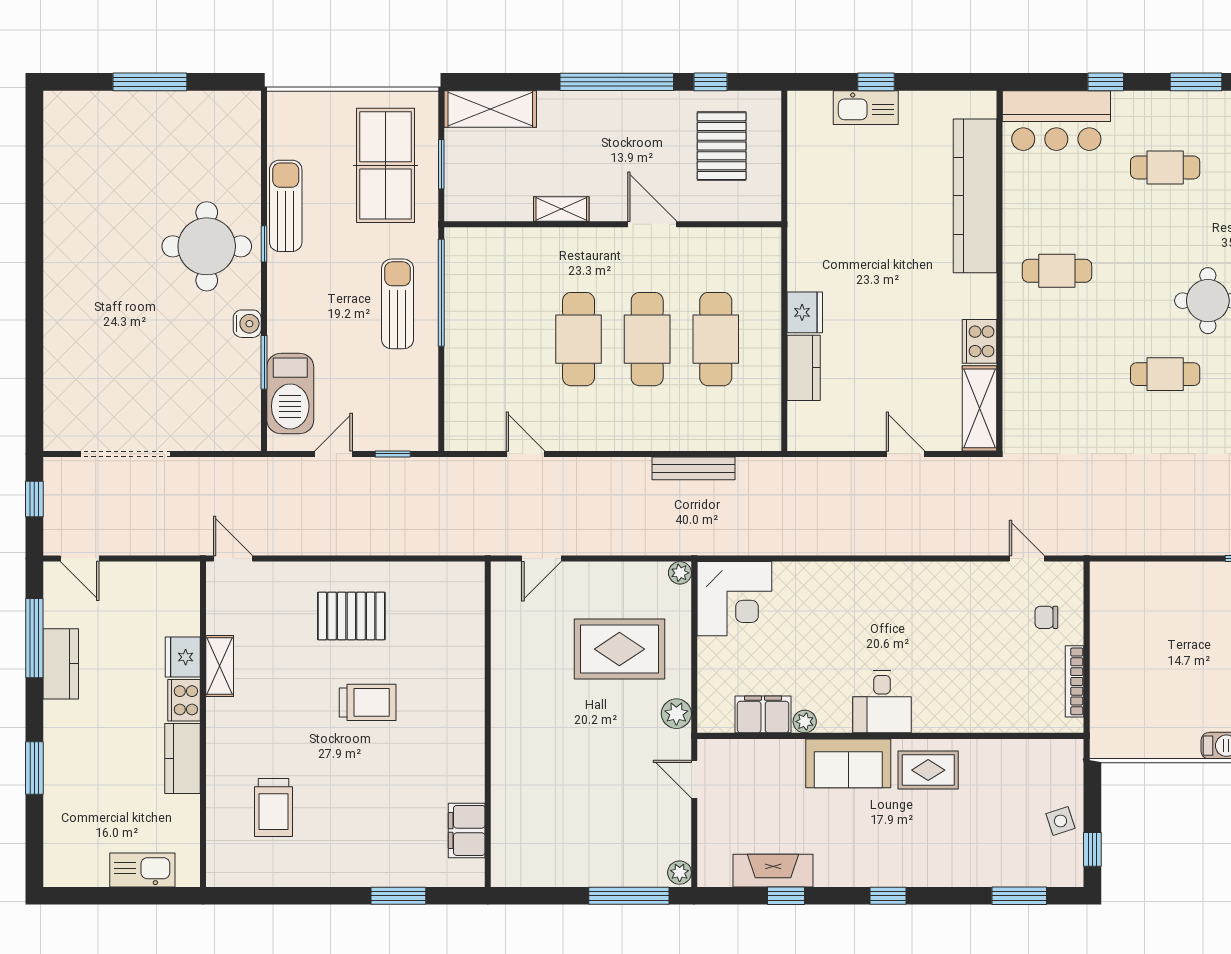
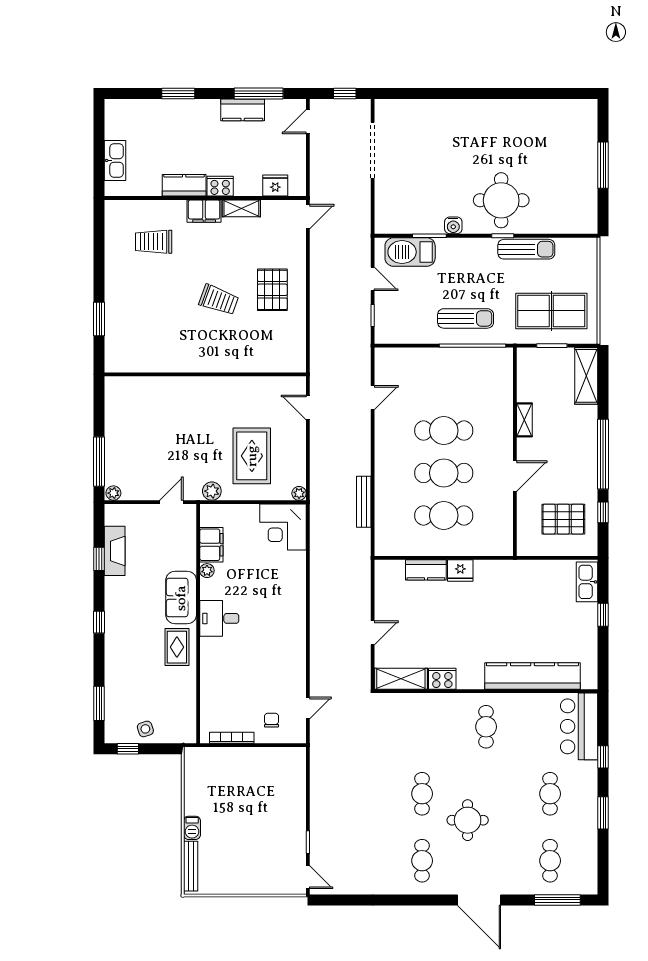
kitchen sink: (866, 108) -> (587, 582), moved
fridge: (183, 657) -> (275, 185), moved
trolley: (368, 702) -> (219, 300), turned -70
filing cabinet: (467, 830) -> (204, 211), moved, turned 180

